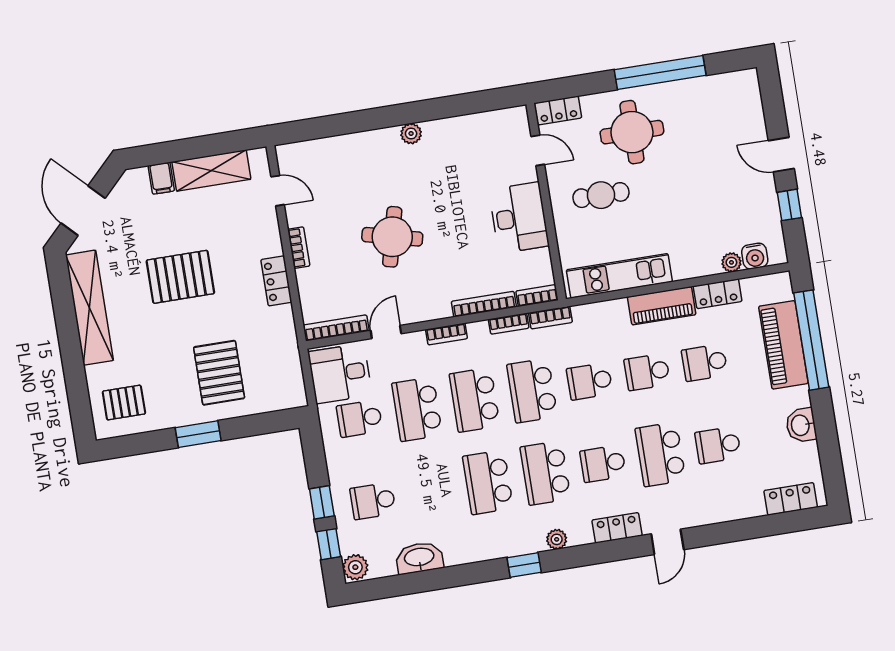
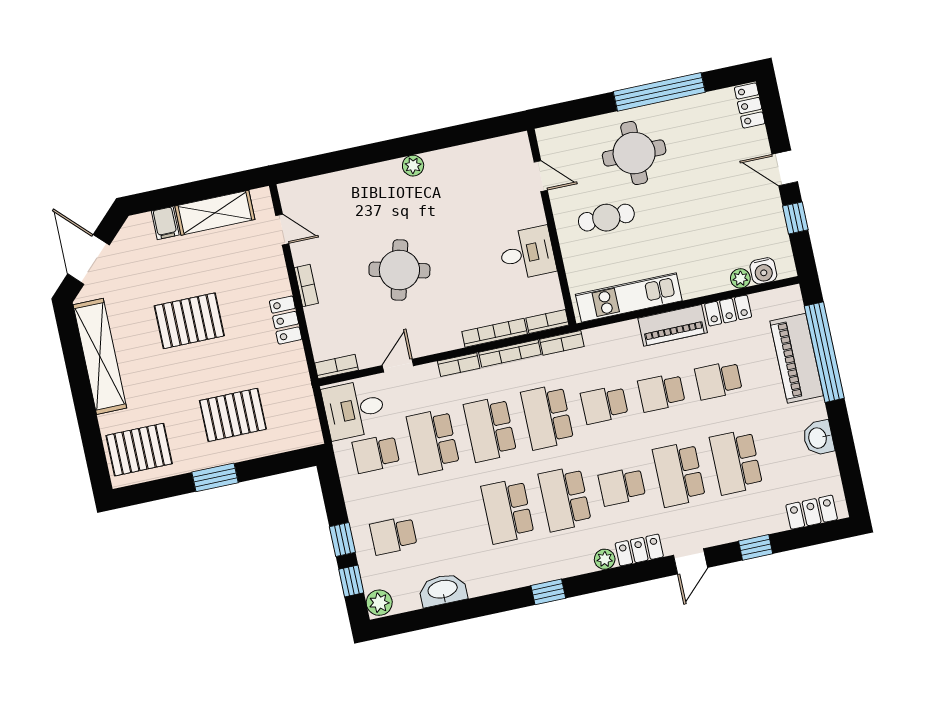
locker: (558, 110) -> (750, 105), moved, turned 90
desk: (519, 218) -> (527, 253), width x0.73
bookcase: (509, 324) -> (510, 353), width x1.56
bookcase: (336, 328) -> (337, 367), width x0.64
pallet: (219, 373) -> (233, 415), turned 90
pallet: (124, 403) -> (139, 450), width x1.50, depth x1.42
school desk: (718, 445) -> (736, 462), width x1.85
window: (733, 531) -> (756, 547), added
plant: (557, 539) -> (605, 559), moved

